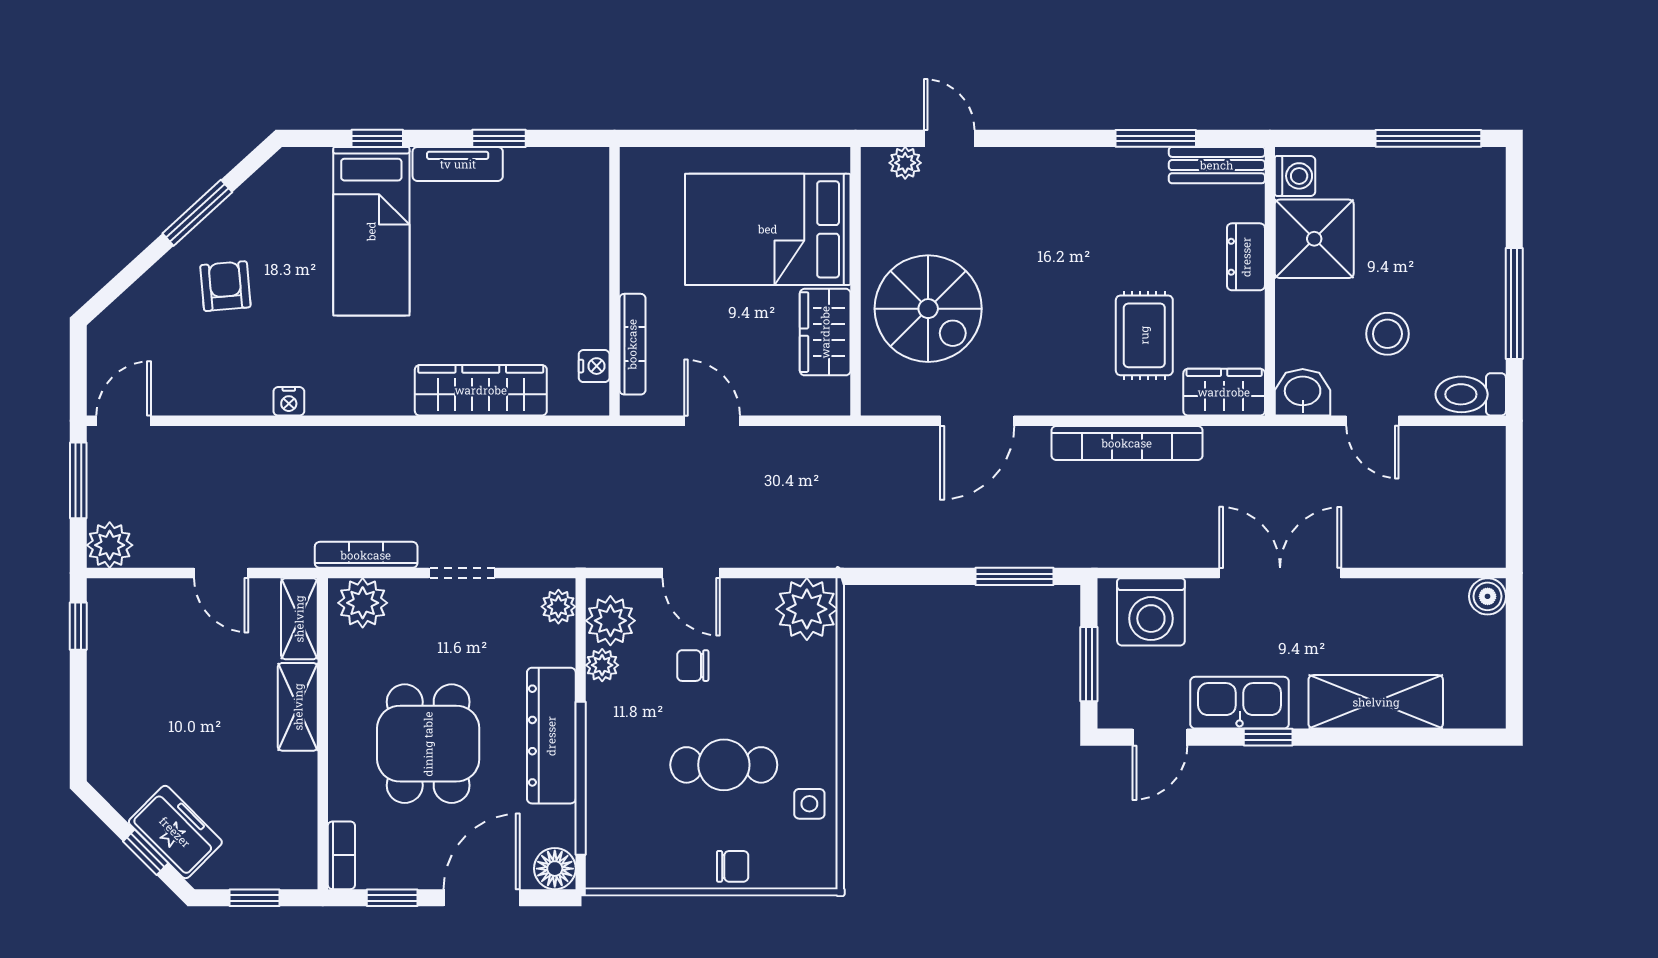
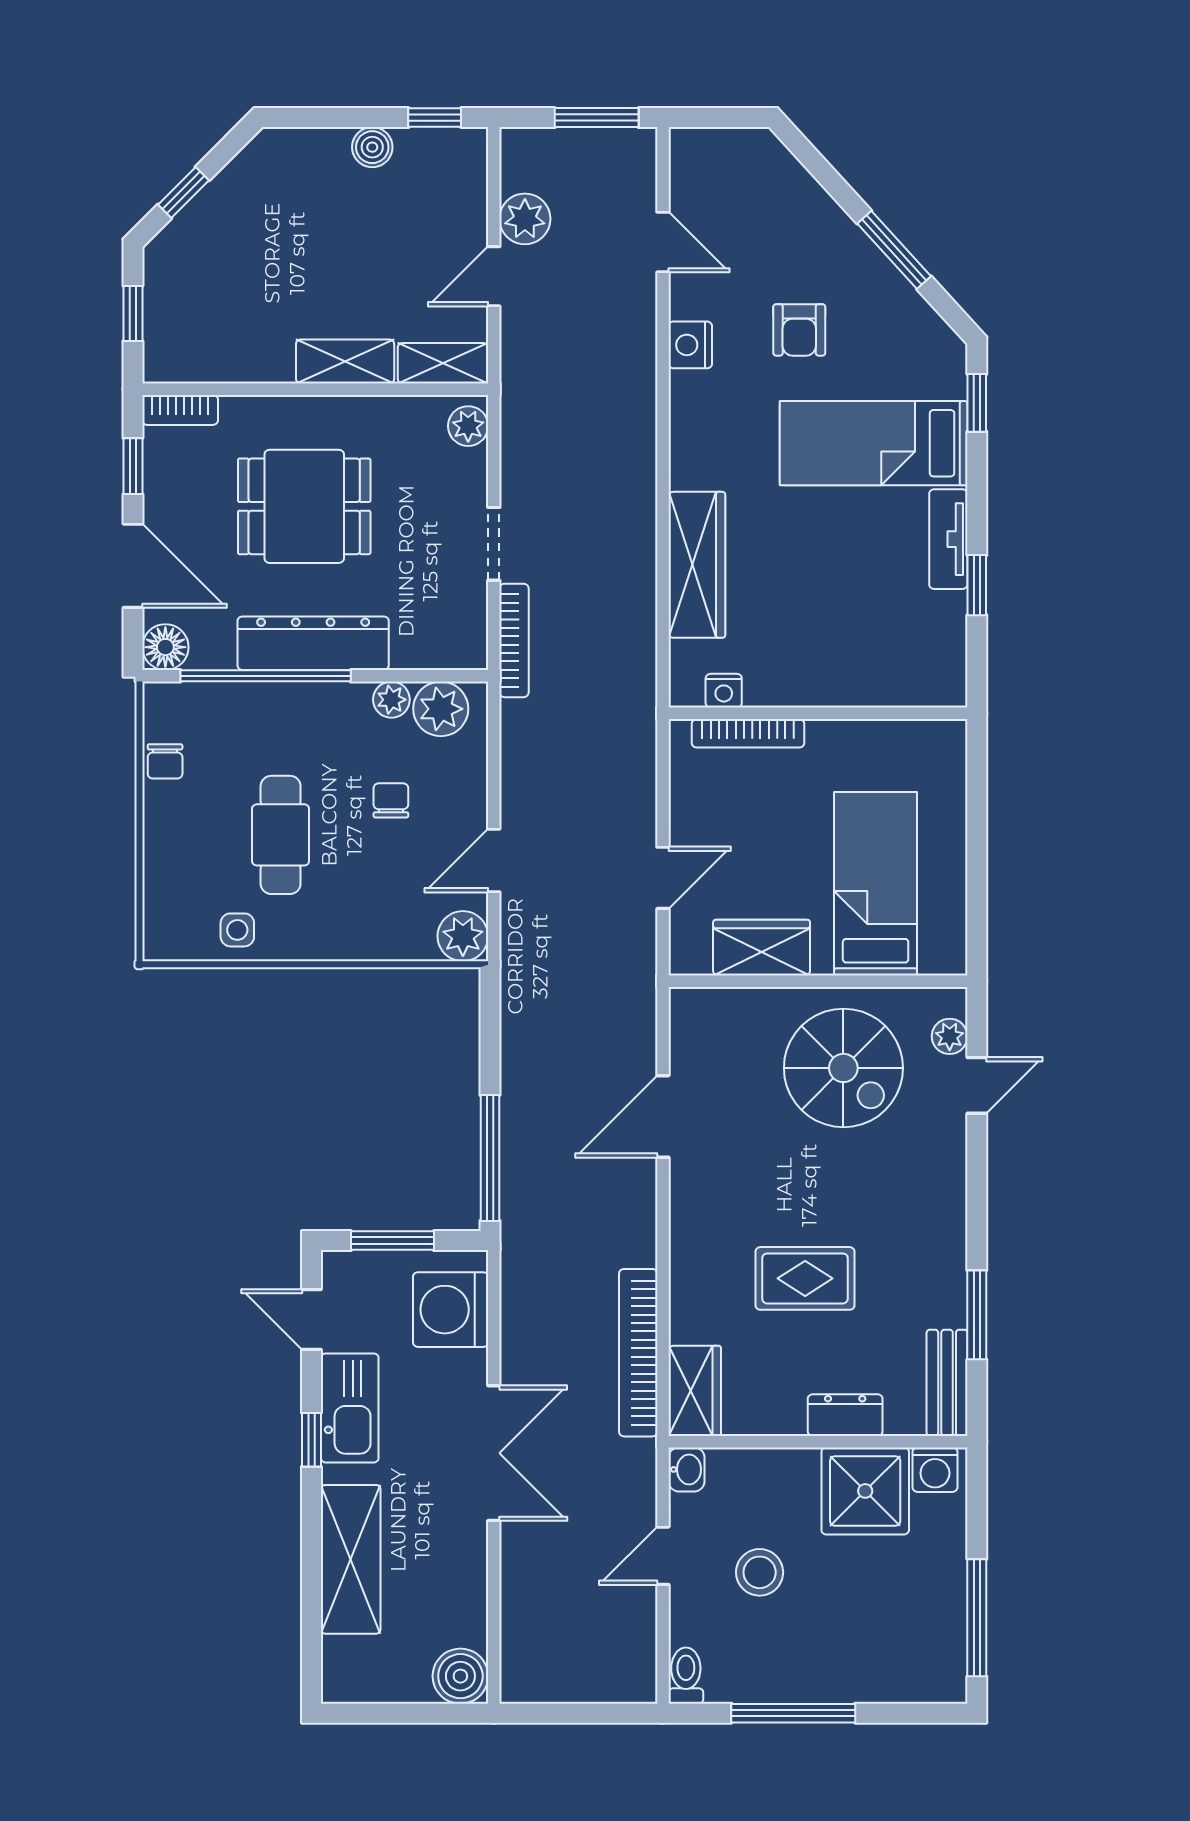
window: (377, 138) -> (977, 403), moved
bed: (768, 229) -> (876, 884), width x0.67
armchair: (225, 286) -> (799, 330), moved, turned 95
spiral stairs: (928, 309) -> (843, 1068), moved, turned -90
rug: (1144, 335) -> (805, 1278), moved
washbasin: (1303, 392) -> (686, 1469), width x0.72, depth x0.69
toilet: (1471, 394) -> (686, 1676), width x0.73, depth x0.72
nightstand: (289, 401) -> (690, 345), width x1.39, depth x1.35
door: (124, 421) -> (663, 242), moved
door: (712, 421) -> (663, 878), moved
door: (977, 421) -> (663, 1116), hinge flipped
bookcase: (1127, 443) -> (638, 1353), moved
plant: (110, 545) -> (525, 219), moved
bookcase: (366, 555) -> (514, 640), moved
door: (691, 573) -> (494, 860), moved
window: (1015, 576) -> (490, 1158), width x1.44
boiler: (1488, 596) -> (460, 1676), width x1.36, depth x1.36
plant: (363, 603) -> (468, 426), width x0.73, depth x0.73
plant: (558, 607) -> (456, 651), removed
plant: (807, 609) -> (463, 936), width x0.73, depth x0.73
boiler: (105, 682) -> (372, 147), added
freezer: (175, 832) -> (206, 225), removed
chair: (733, 866) -> (165, 761), moved

